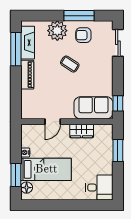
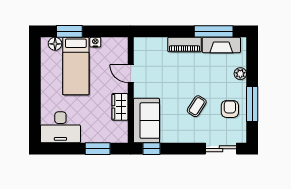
plant: (57, 31) -> (240, 74), width x0.53, depth x0.53
coffee table: (70, 64) -> (197, 106), moved
desk: (99, 188) -> (60, 127), width x1.37

